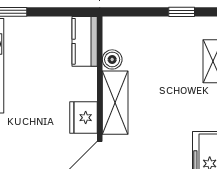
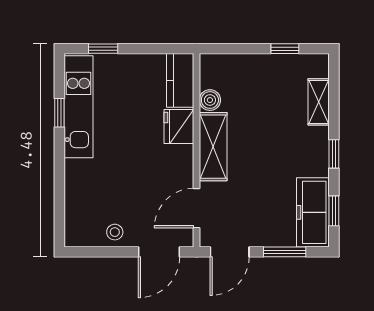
fridge: (83, 118) -> (179, 126), moved

